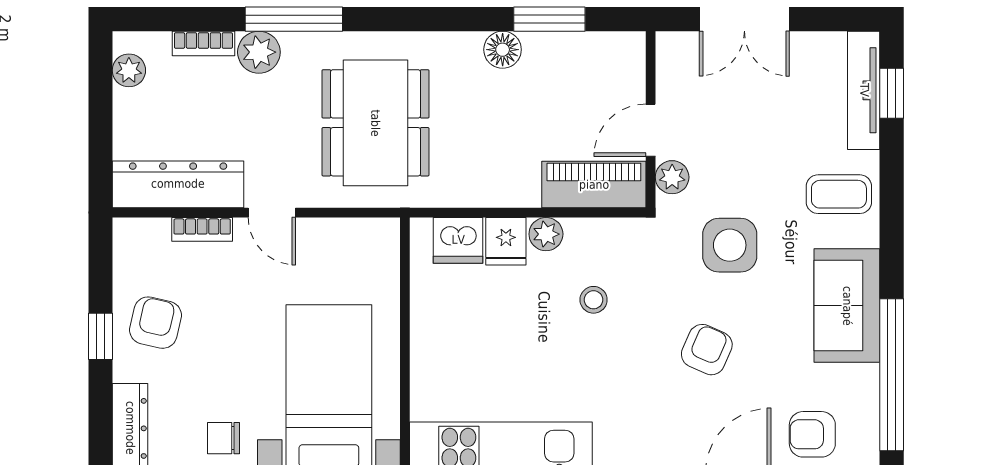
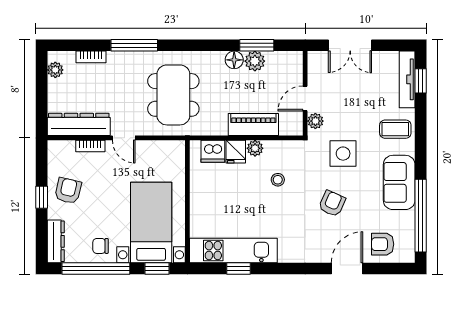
plant: (259, 52) -> (255, 61), moved
piano: (594, 185) -> (253, 124), moved

